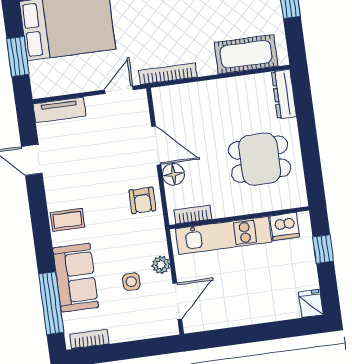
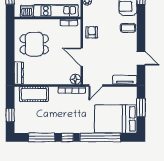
floor lamp: (173, 174) -> (76, 79), moved

